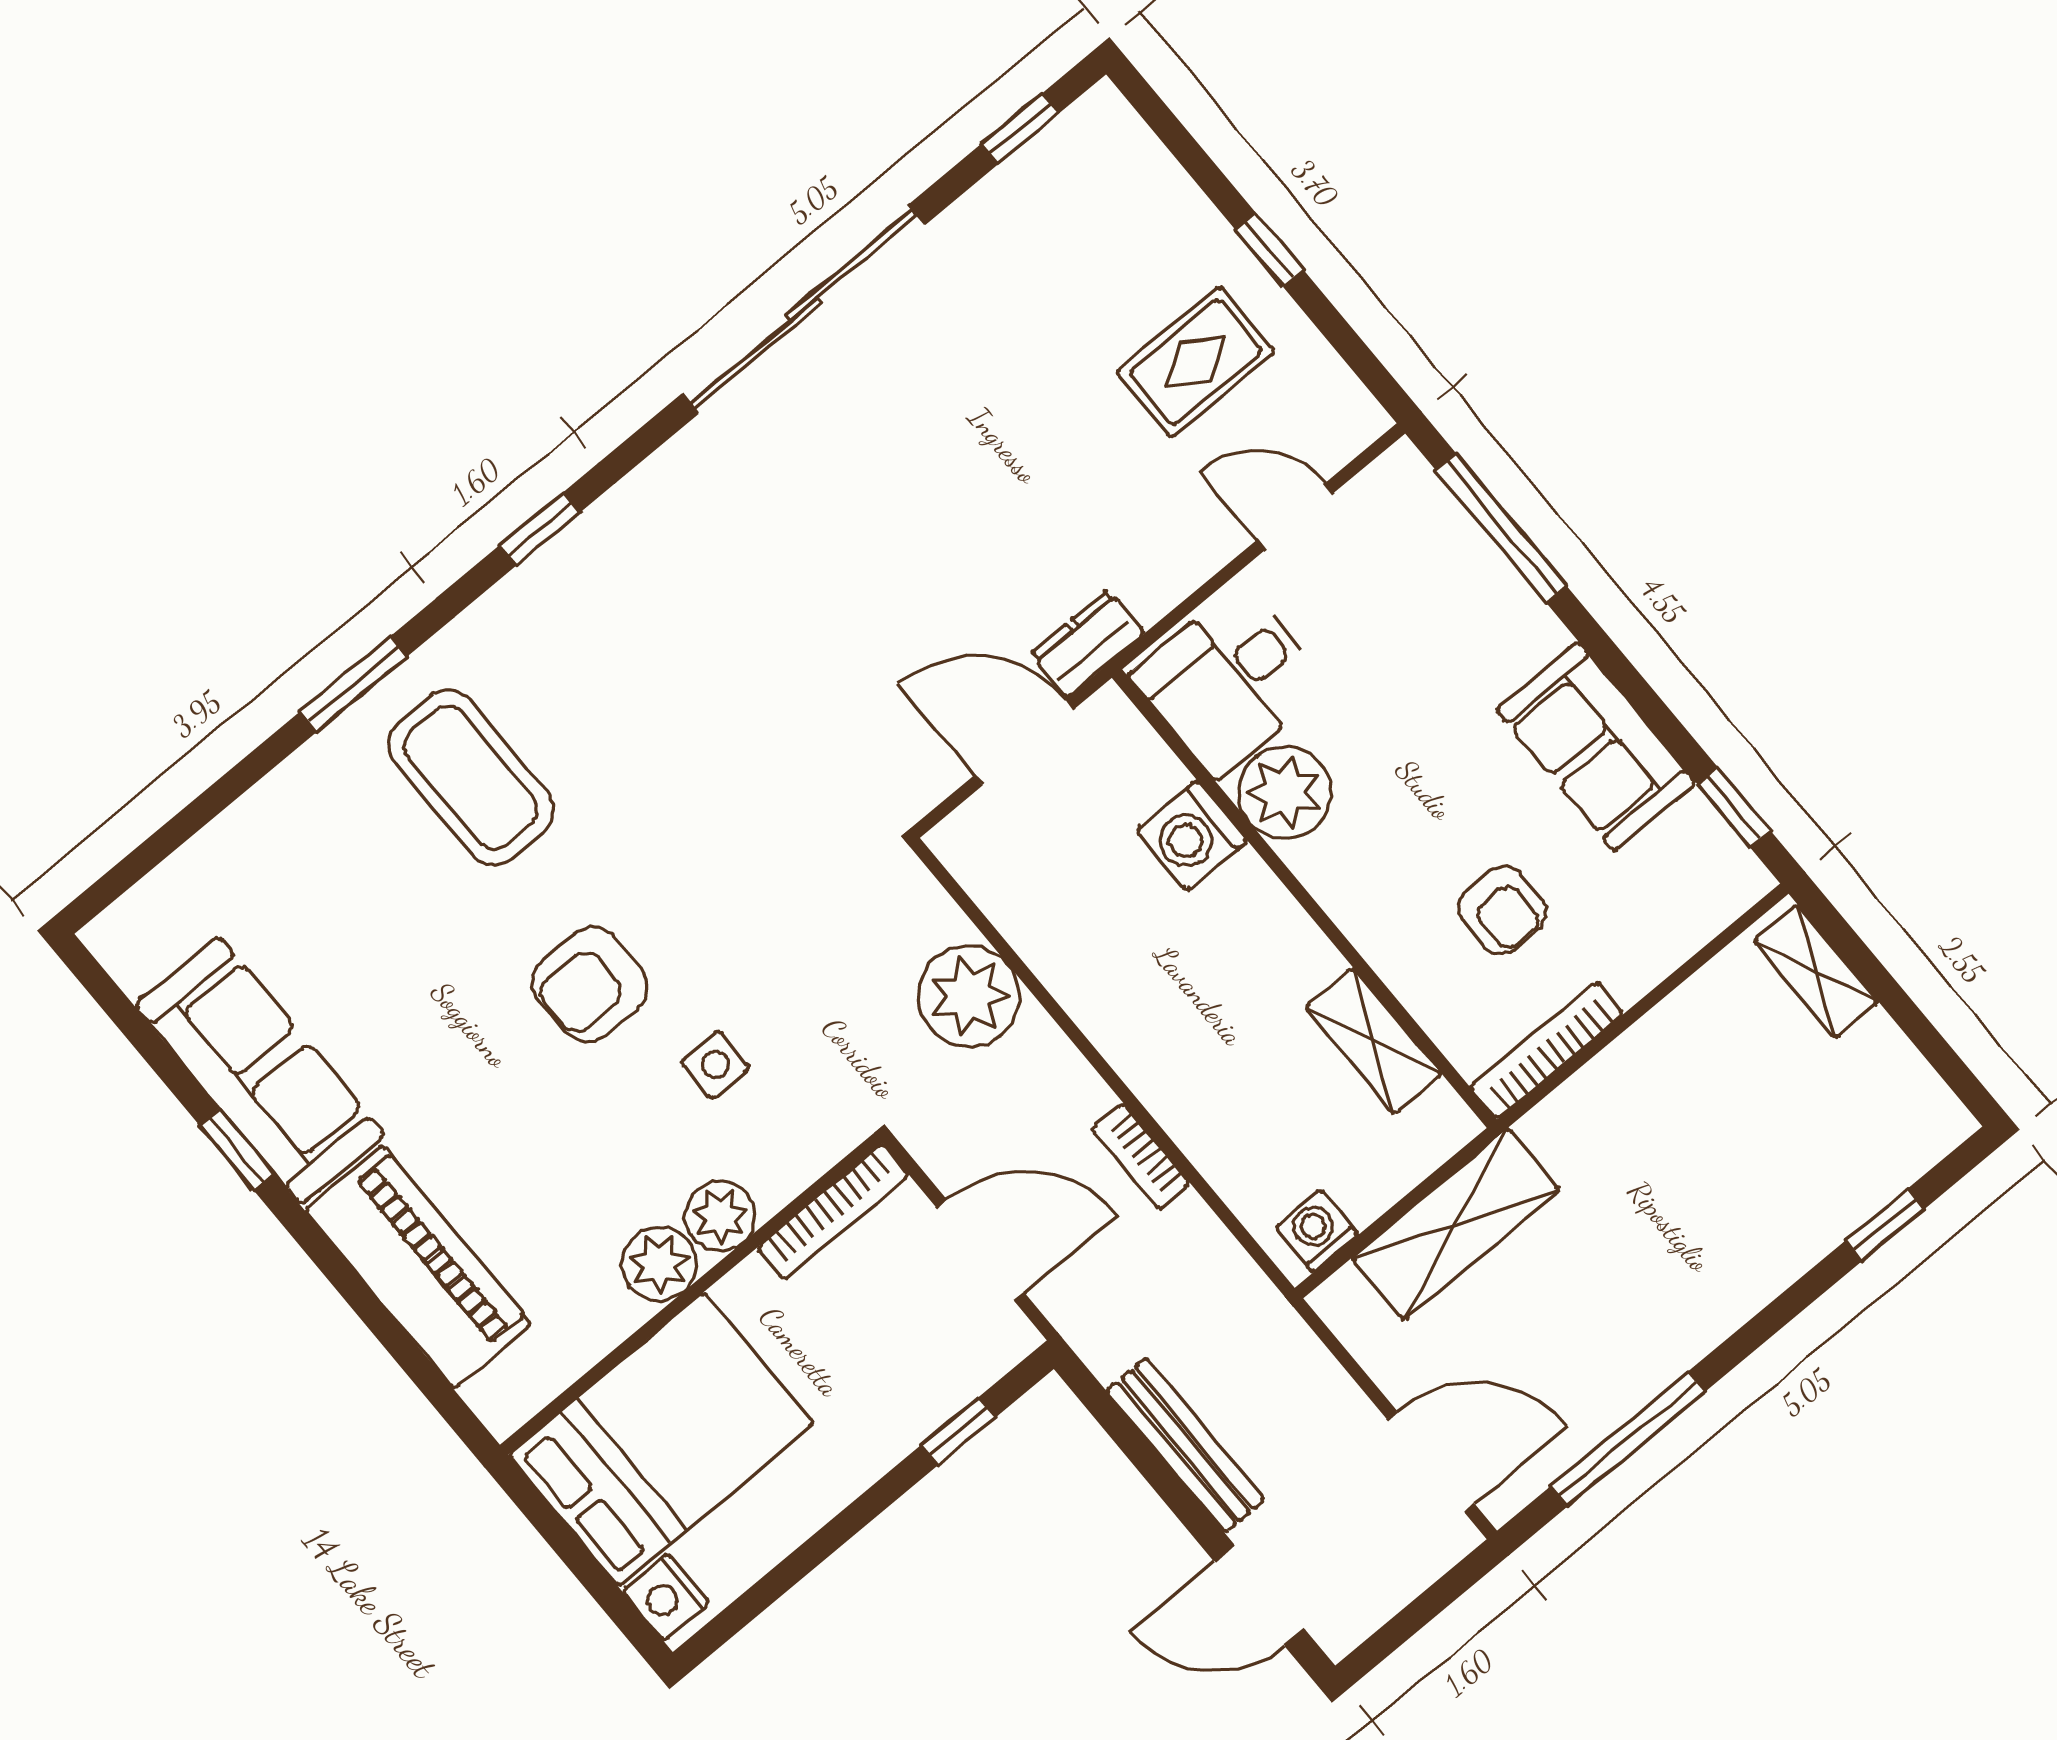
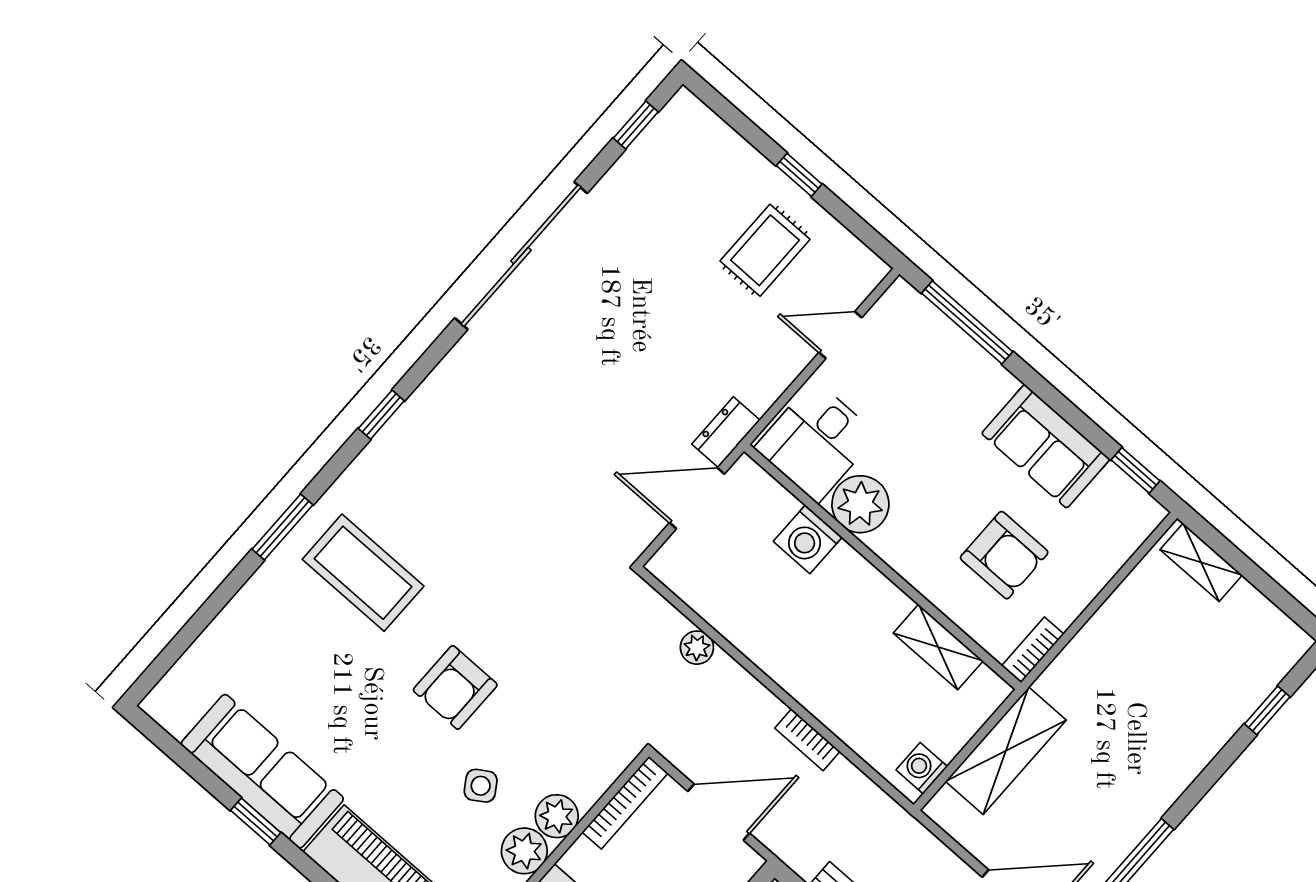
armchair: (1502, 910) -> (1004, 555), width x1.38, depth x1.38
plant: (969, 996) -> (697, 648), width x0.53, depth x0.53
bookcase: (1547, 1050) -> (1033, 650), width x0.64
side table: (715, 1065) -> (481, 786), moved, turned -33

